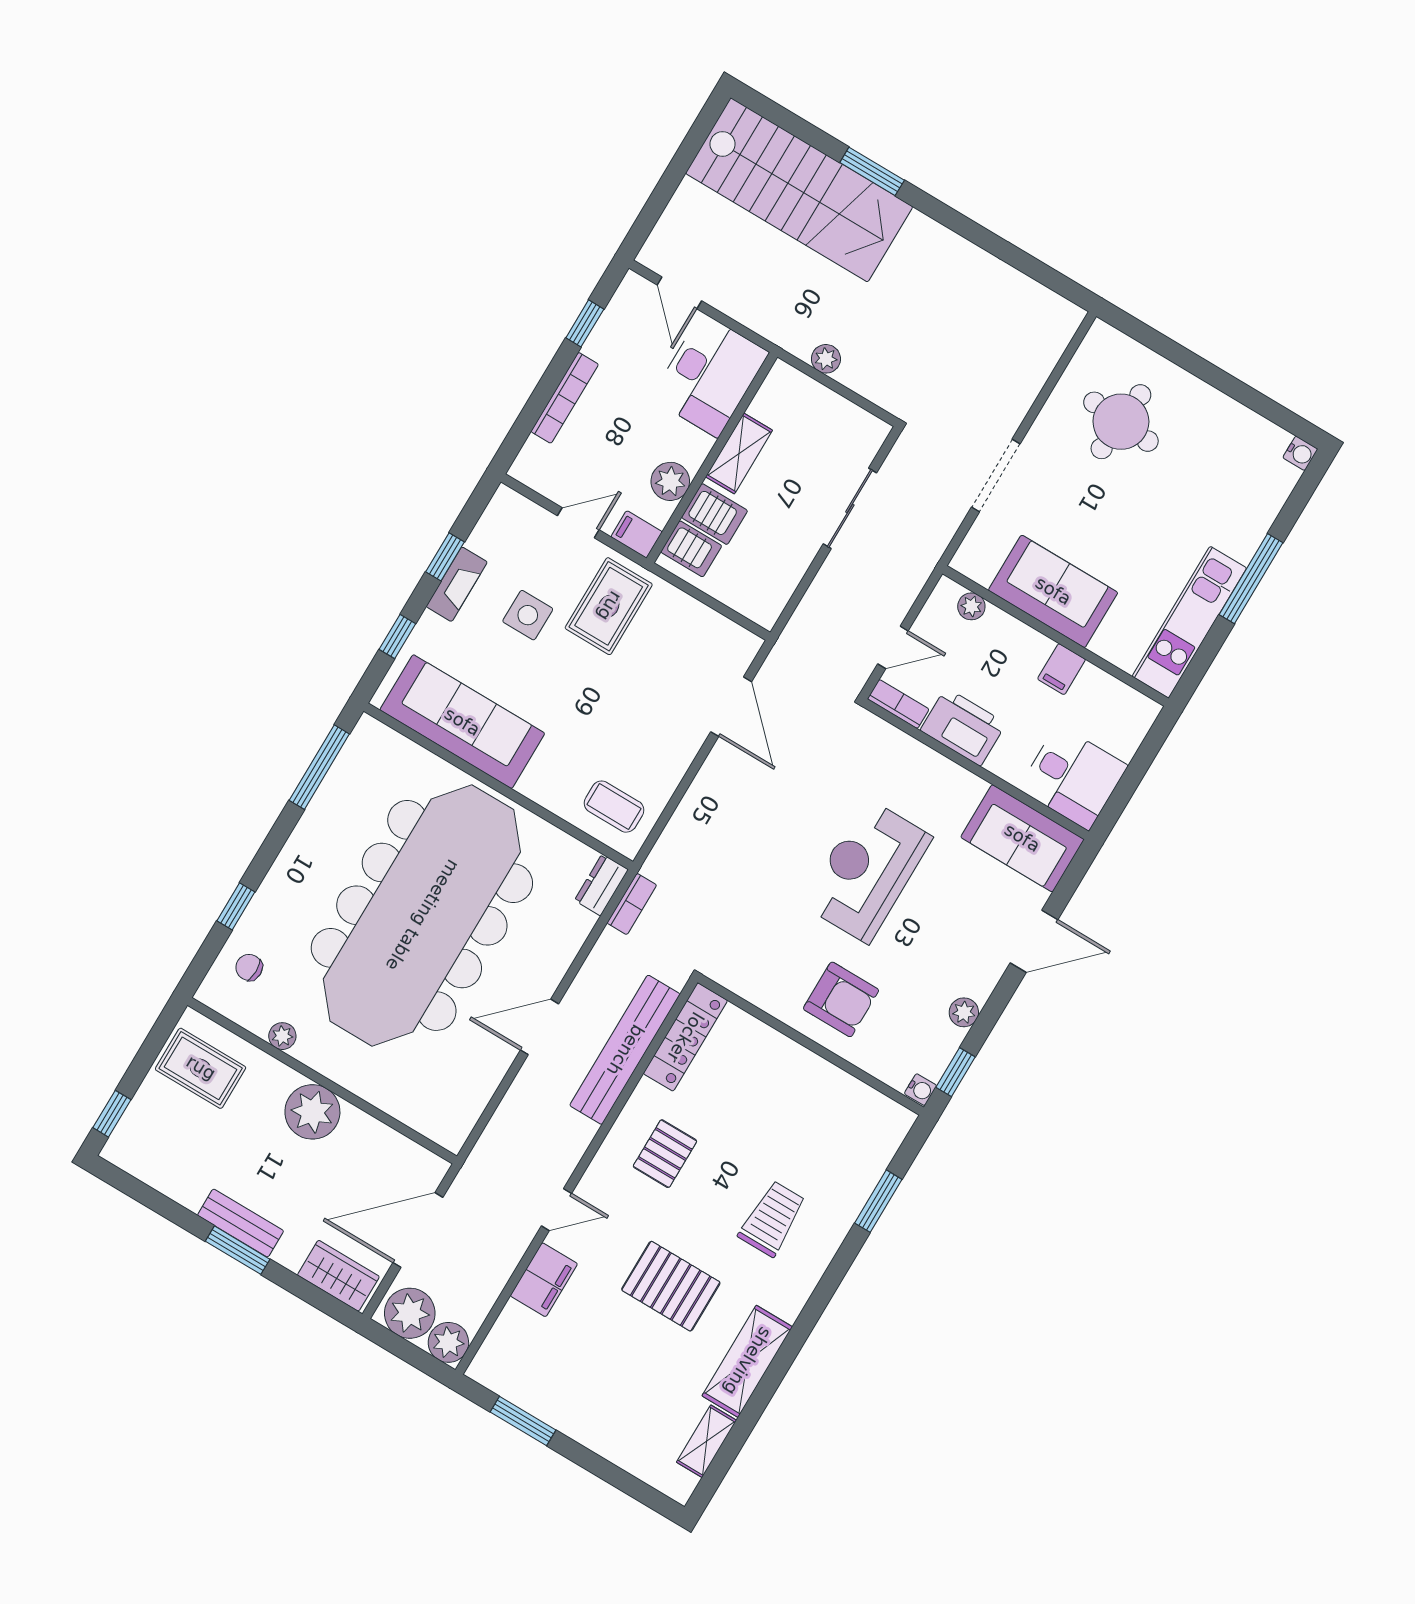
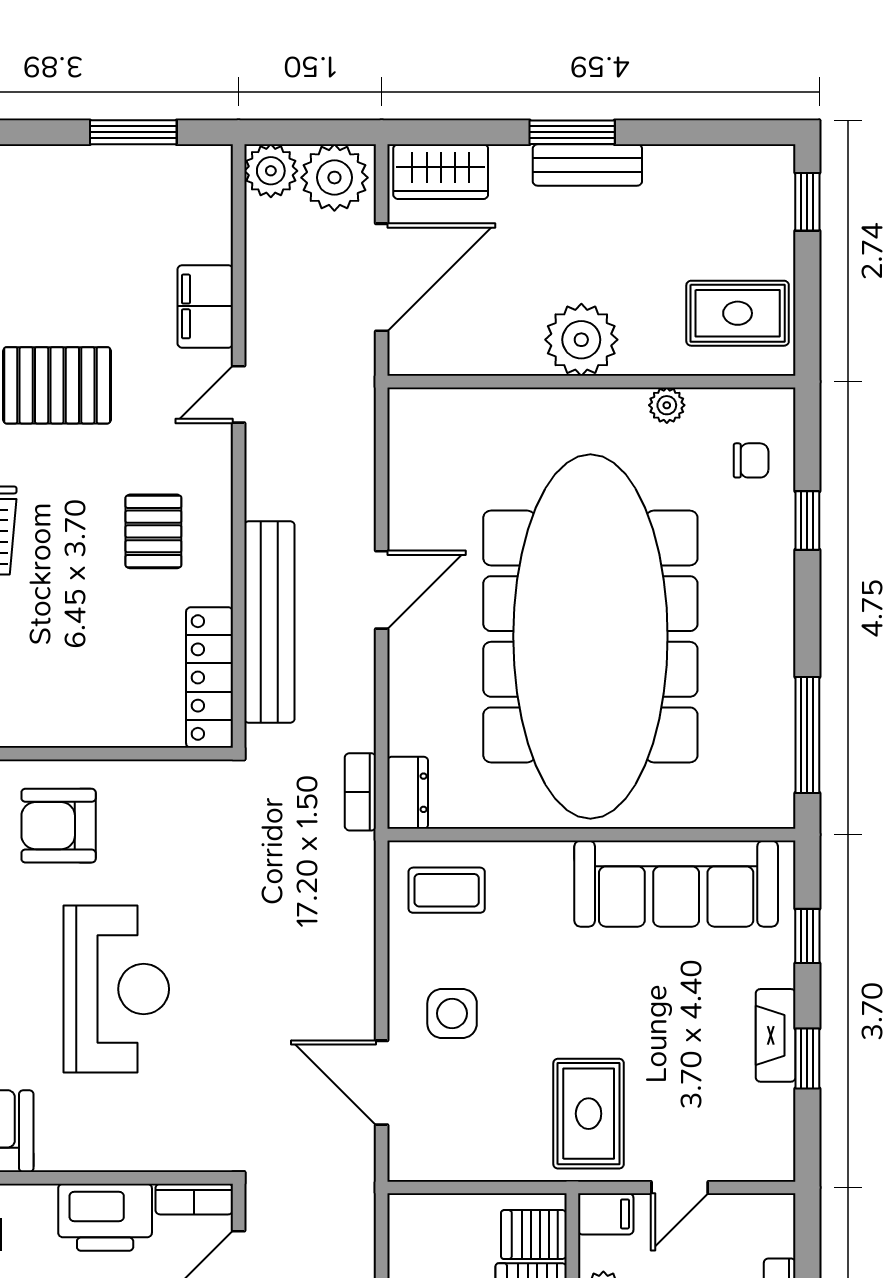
side table: (528, 615) -> (452, 1013), moved

